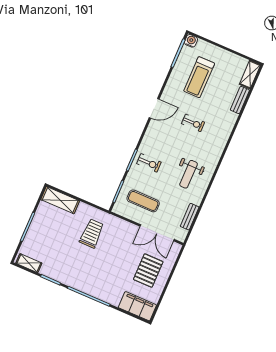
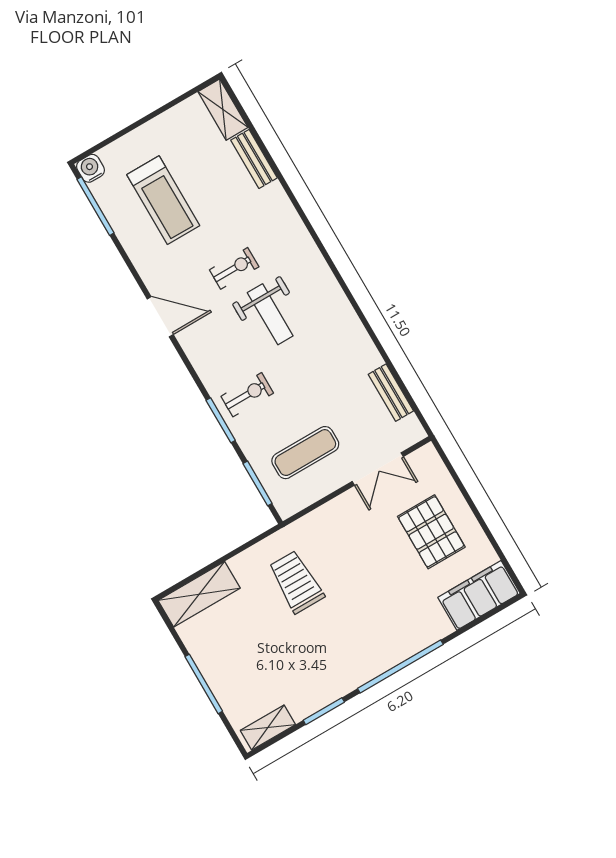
door: (154, 108) -> (160, 317), hinge flipped
weight bench: (189, 174) -> (270, 314), moved
double door: (157, 233) -> (378, 469), width x0.73

